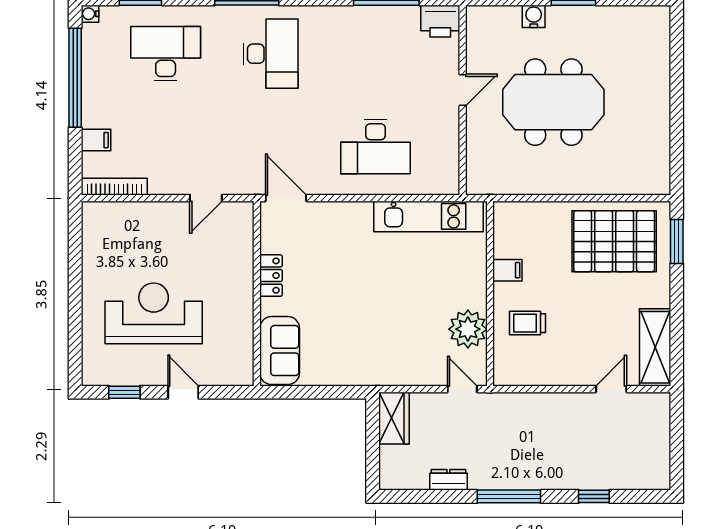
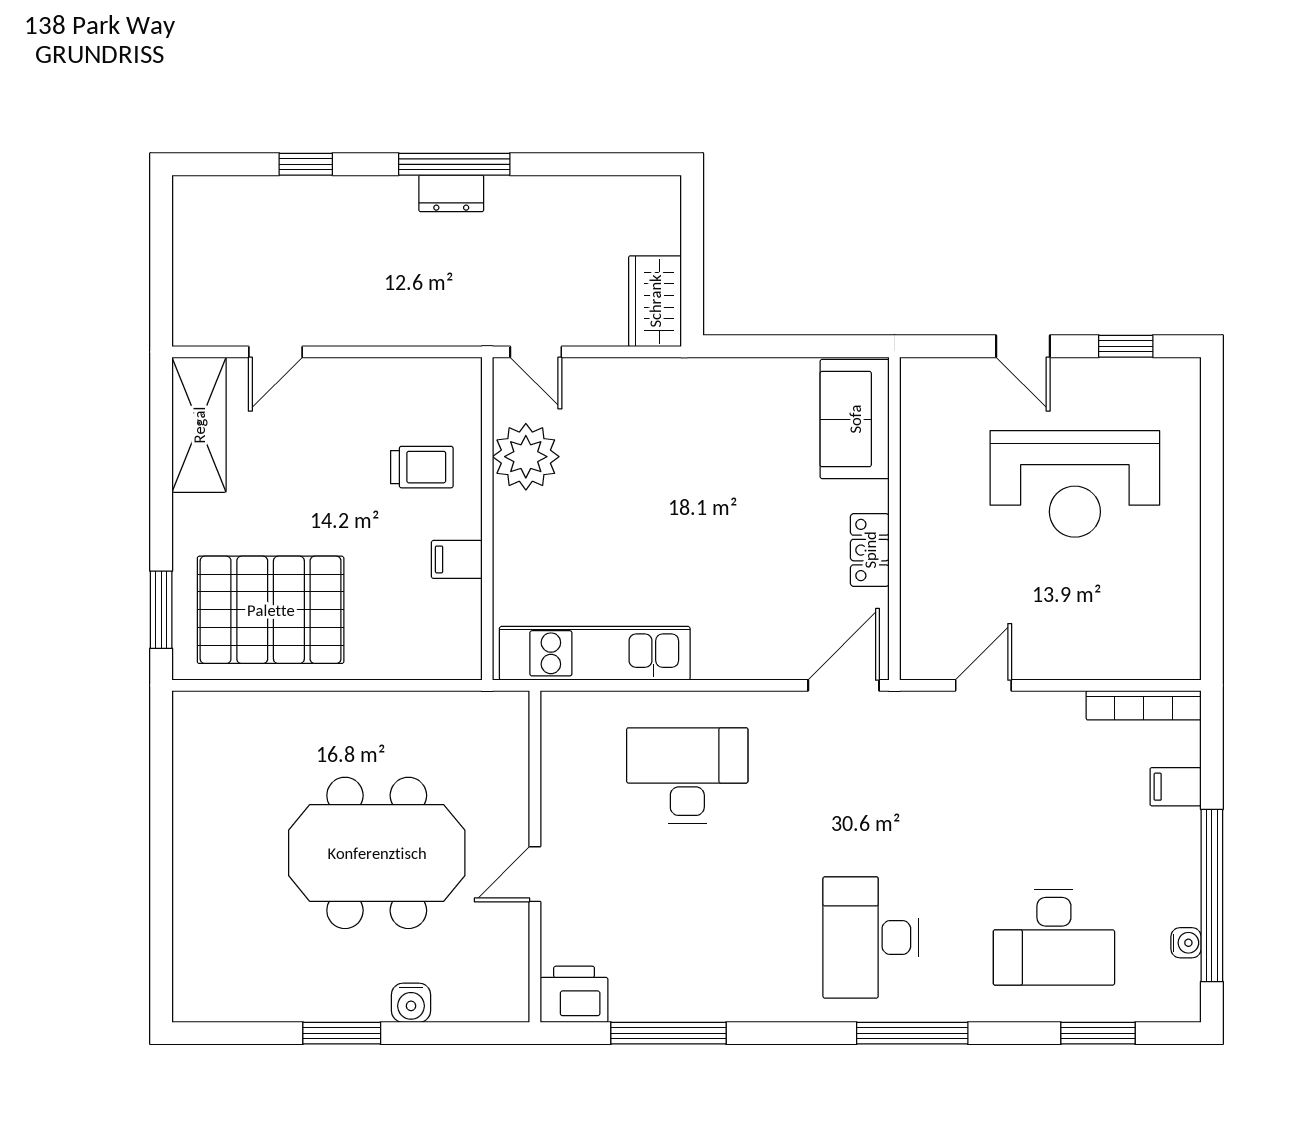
water cooler: (90, 14) -> (1186, 943), moved
door: (286, 198) -> (844, 685), swing flipped
dresser: (448, 480) -> (451, 193), moved

